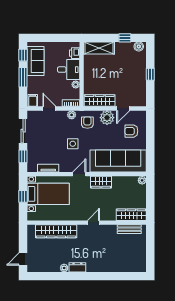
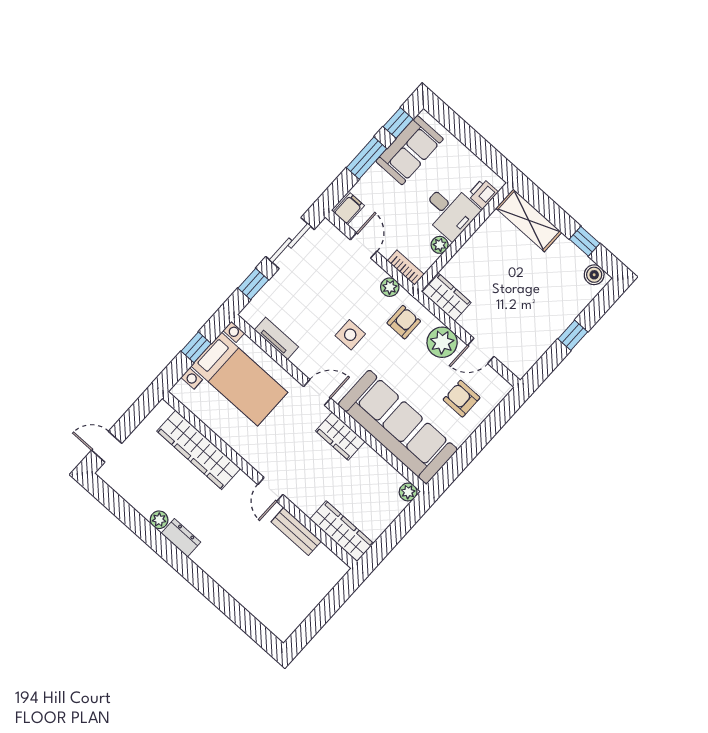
wardrobe: (100, 101) -> (447, 297), width x0.67
door: (93, 223) -> (270, 489), swing flipped
bench: (129, 229) -> (296, 532), moved

